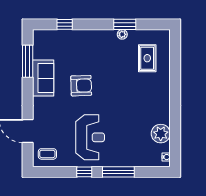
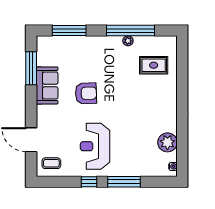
window: (65, 24) -> (69, 31), width x2.17
window: (125, 24) -> (131, 31), width x2.11
rug: (147, 58) -> (154, 65), turned 90
reception desk: (90, 137) -> (95, 146), turned 180

